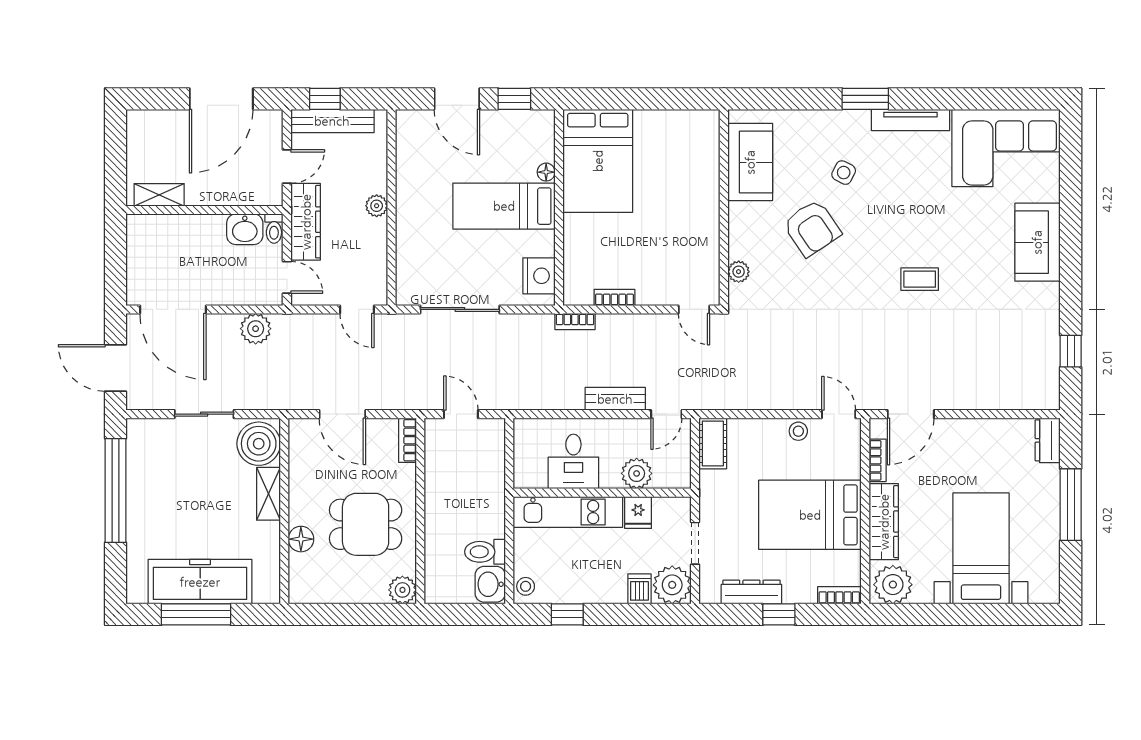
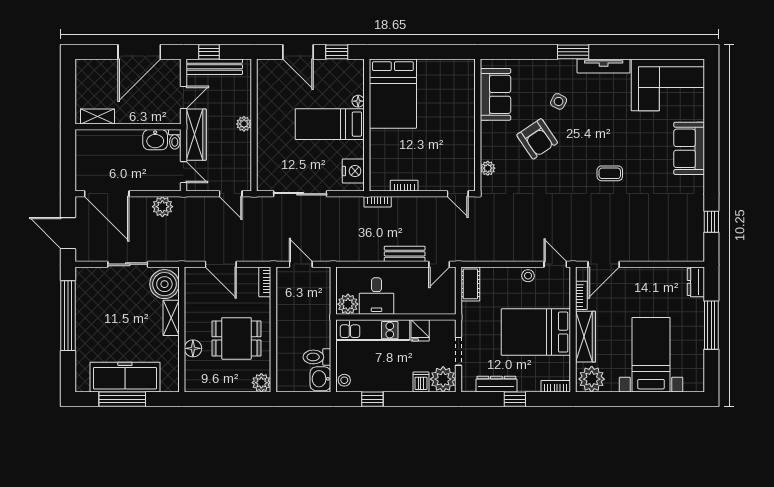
plant: (637, 473) -> (348, 304), moved

